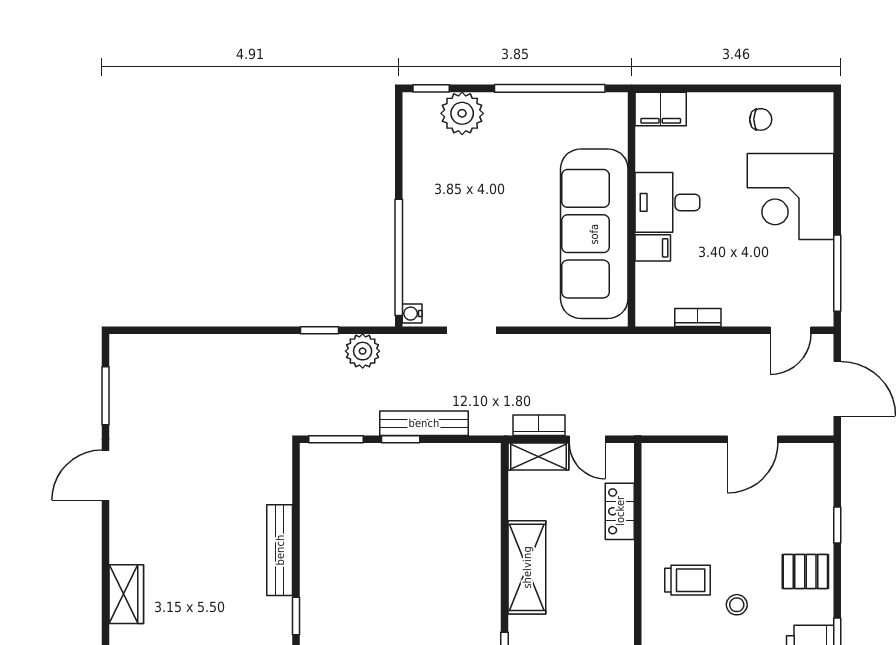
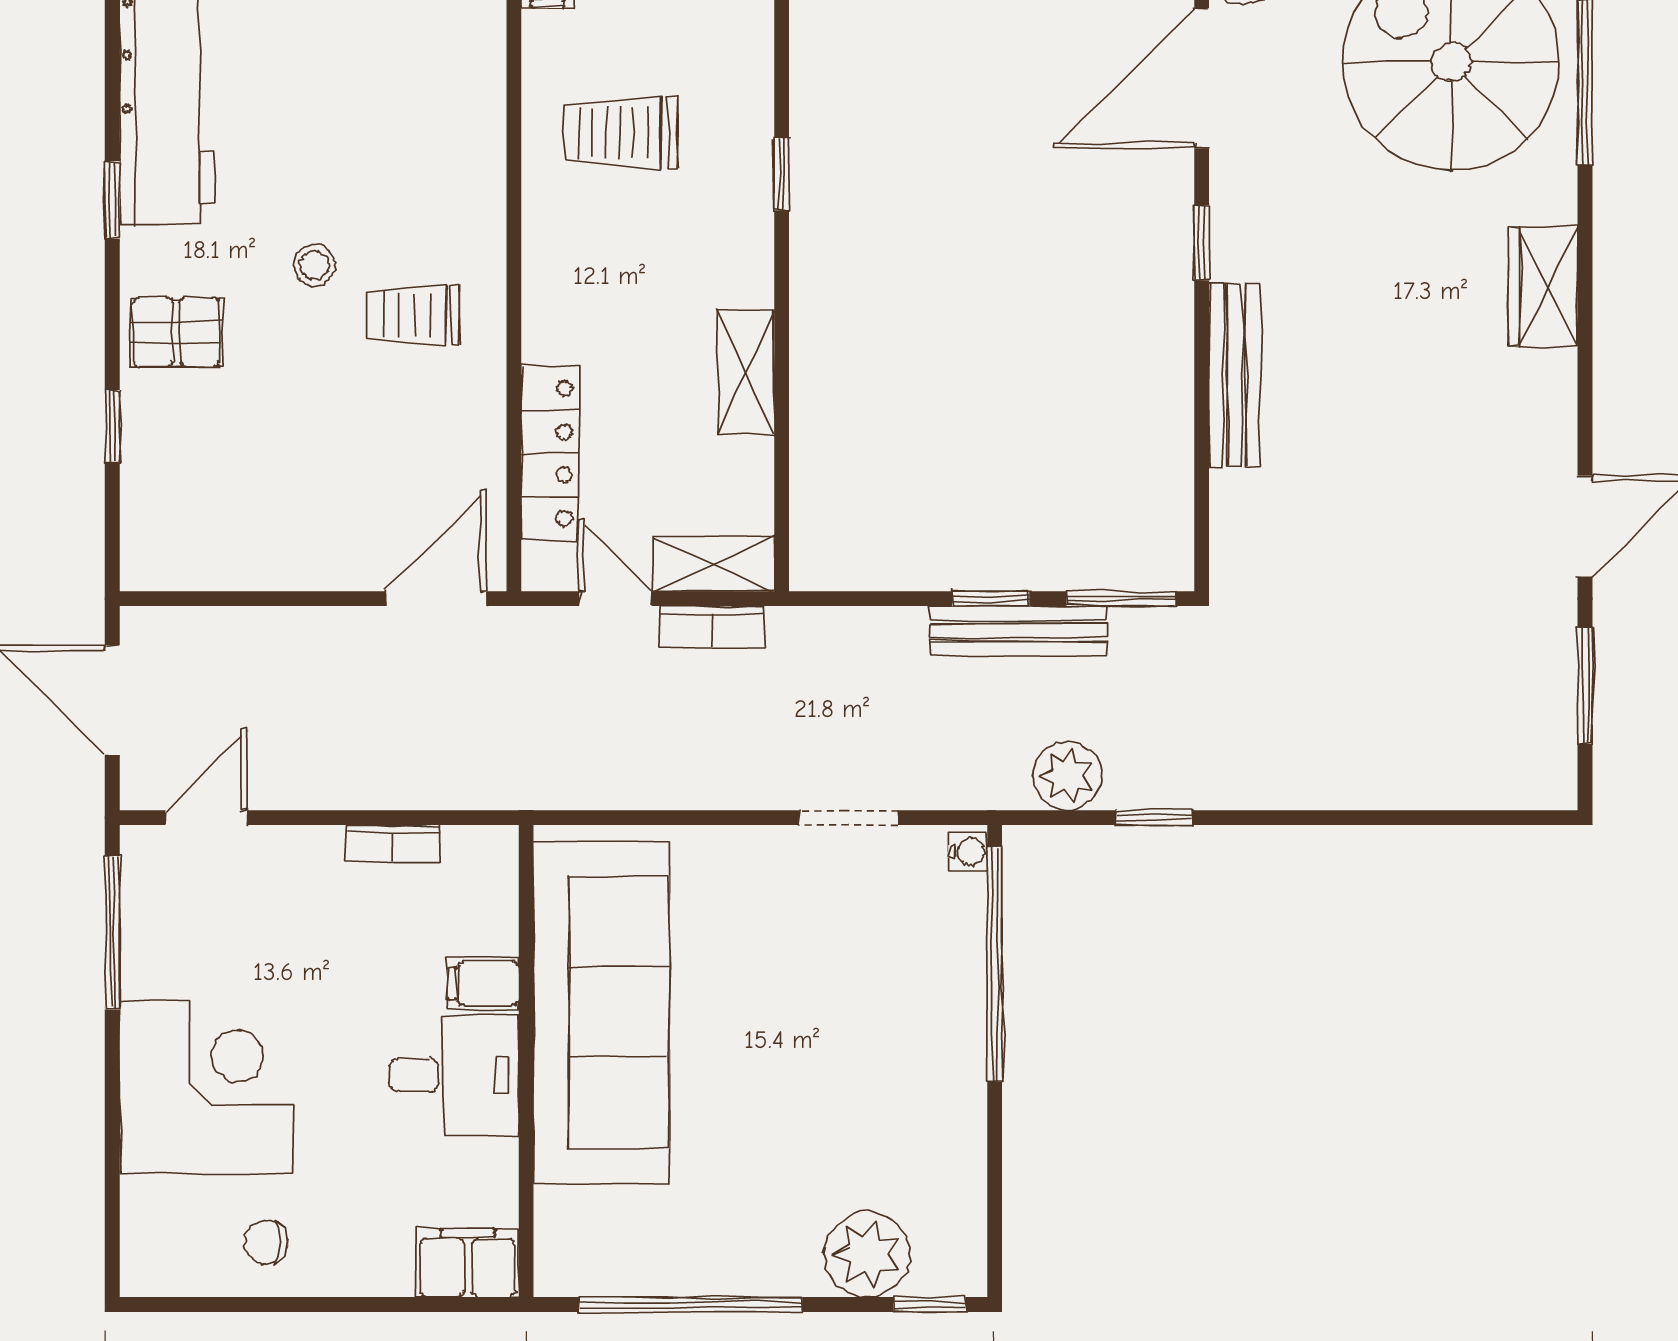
bench: (424, 423) -> (1018, 631), moved
door: (753, 439) -> (436, 599), moved
locker: (620, 511) -> (550, 453), width x1.53
shelving: (527, 567) -> (746, 372), width x0.67, depth x0.75

